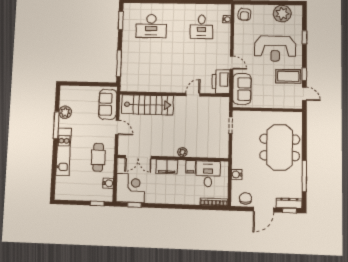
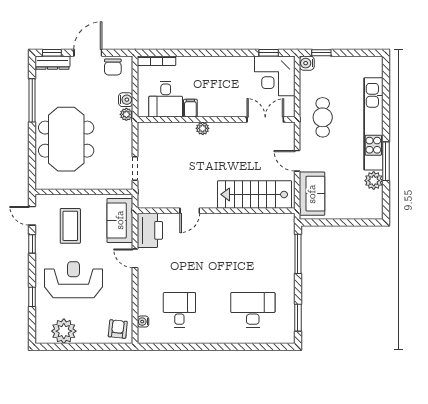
coffee table: (288, 76) -> (70, 226), moved, turned 90
kitchen unit: (64, 152) -> (373, 124), width x1.36
plant: (236, 164) -> (126, 114), added
filing cabinet: (167, 167) -> (224, 107), removed
water cooler: (108, 183) -> (307, 63), moved

